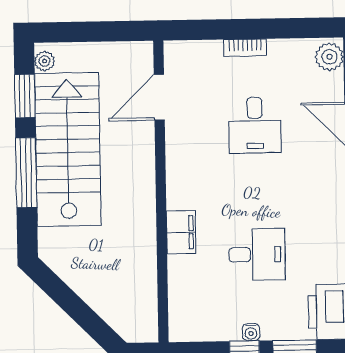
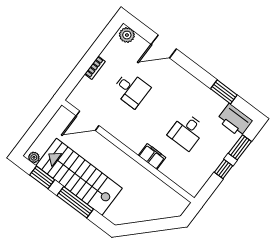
door: (159, 97) -> (87, 121), hinge flipped
desk: (257, 254) -> (187, 132), turned 180
water cooler: (251, 332) -> (218, 160), removed

